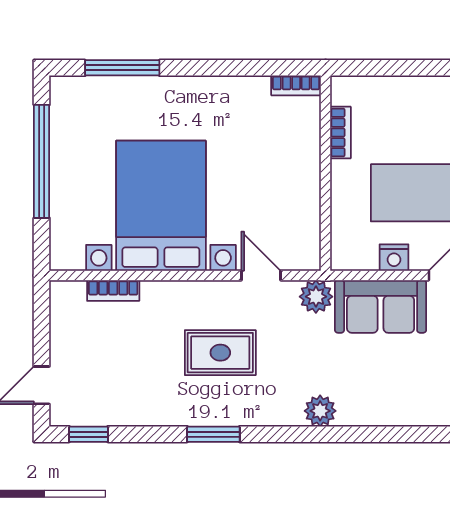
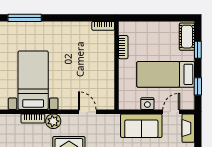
bed with nightstands: (161, 206) -> (33, 80), width x0.73
bookcase: (113, 290) -> (33, 118), moved
plant: (316, 297) -> (53, 121), moved

